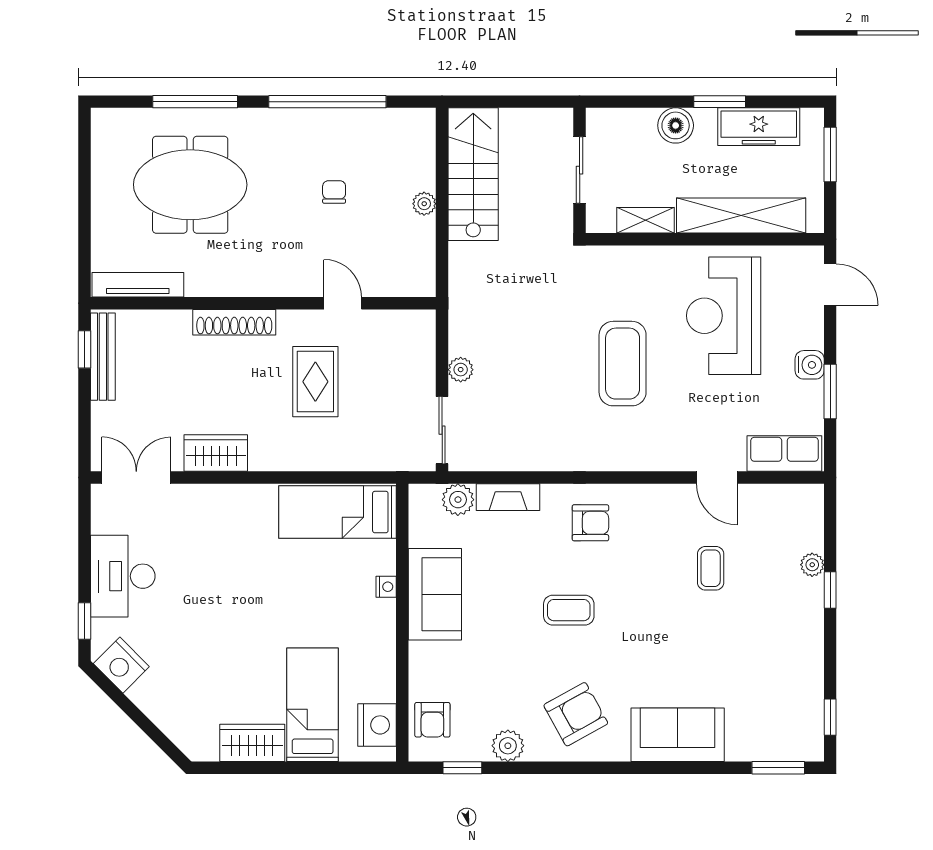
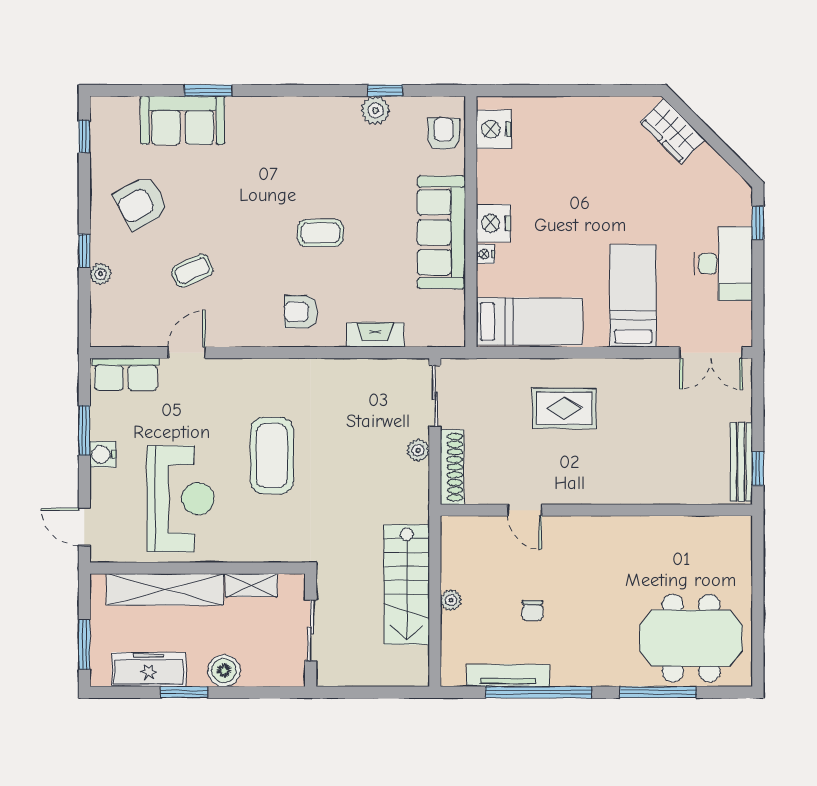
stairs: (473, 174) -> (407, 585), moved
meeting table: (190, 185) -> (691, 638), moved
tv unit: (138, 285) -> (508, 676), moved, turned 180
shoe rack: (234, 322) -> (452, 467), moved, turned 90
rug: (315, 382) -> (564, 408), moved, turned 90
wardrobe: (216, 453) -> (639, 375), removed
door: (717, 478) -> (187, 353), hinge flipped
plant: (458, 500) -> (421, 333), removed
coffee table: (711, 568) -> (192, 271), turned 65
sofa: (435, 594) -> (441, 232), width x1.36
nightstand: (121, 665) -> (493, 223), moved, turned -135
bed: (313, 705) -> (633, 296), moved, turned 180
armchair: (576, 714) -> (141, 203), moved
sofa: (678, 735) -> (183, 120), moved
wardrobe: (252, 743) -> (672, 131), moved, turned 45
window: (462, 768) -> (385, 90), moved
window: (778, 768) -> (208, 90), moved

